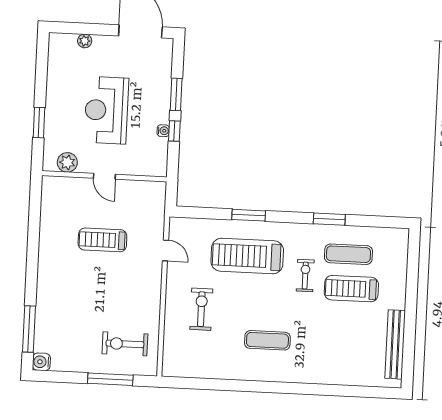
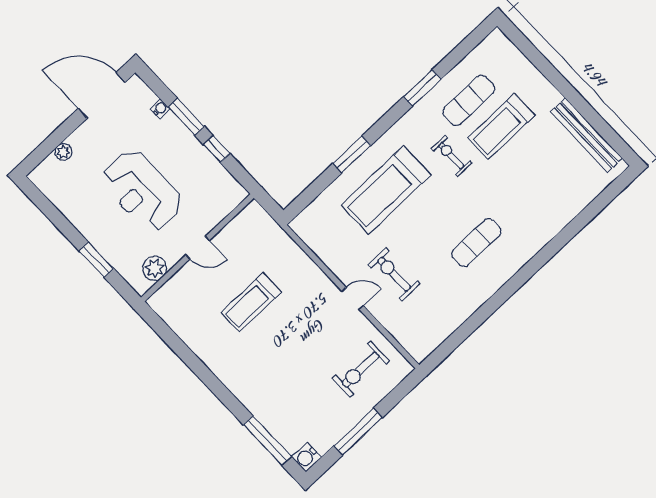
water cooler: (163, 131) -> (160, 109), moved
door: (165, 250) -> (353, 298), moved
window: (110, 379) -> (358, 432), moved

